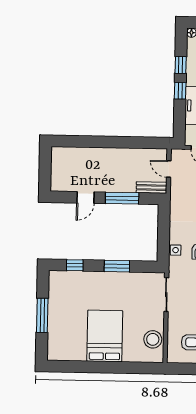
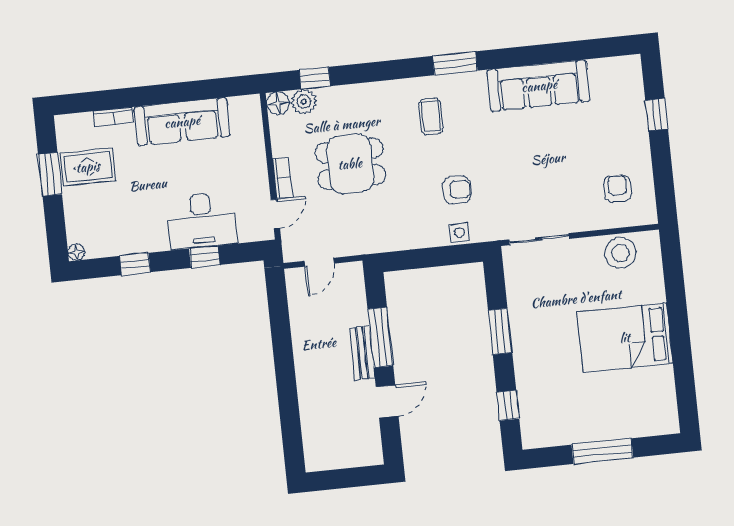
window: (180, 91) -> (205, 257), moved
bench: (151, 187) -> (362, 353), moved
door: (85, 197) -> (387, 401), hinge flipped

